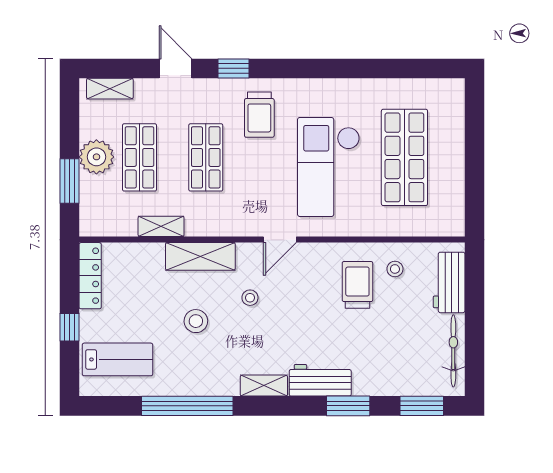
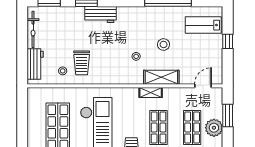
shelving: (161, 226) -> (151, 92), moved
door: (280, 240) -> (203, 86), moved
locker: (90, 276) -> (217, 67), removed
shelving: (264, 386) -> (129, 12), removed

